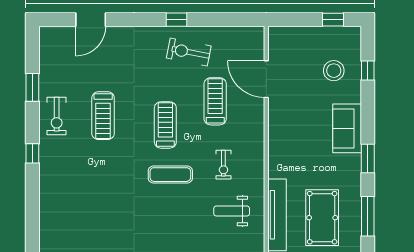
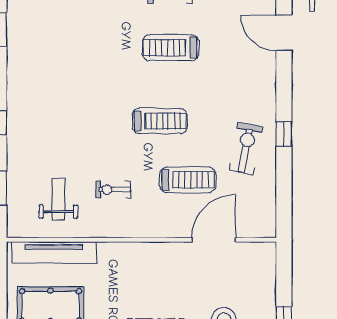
exercise mat: (170, 175) -> (101, 127), removed

